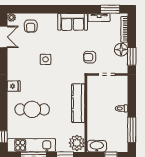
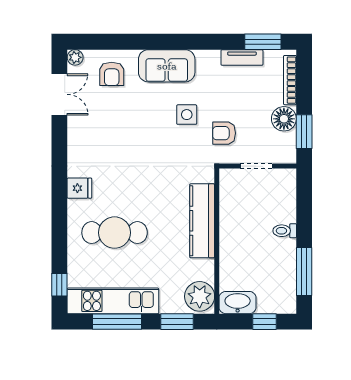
sofa: (73, 22) -> (167, 66), moved
side table: (46, 59) -> (187, 115), moved

